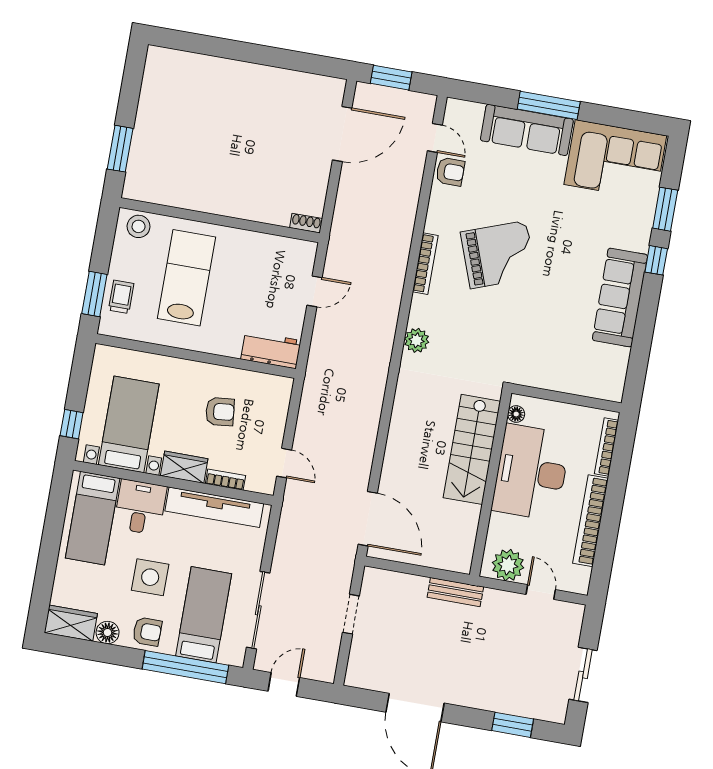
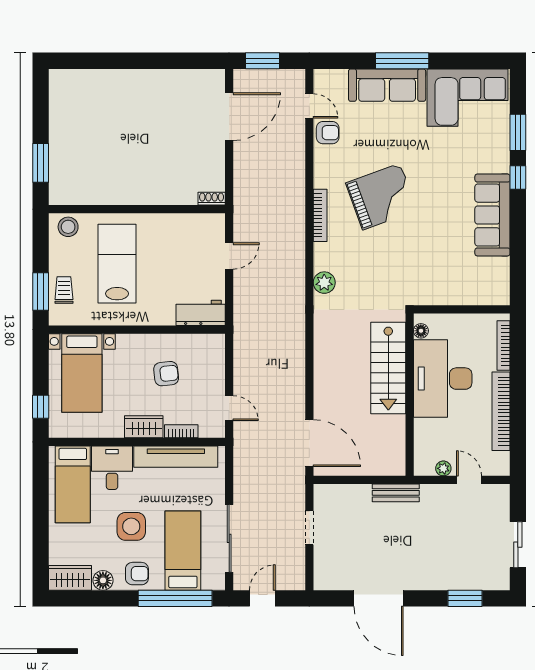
bed with nightstands: (129, 424) -> (82, 373), moved, turned 180
plant: (508, 565) -> (443, 468), width x0.53, depth x0.53

